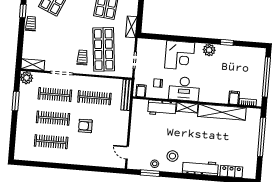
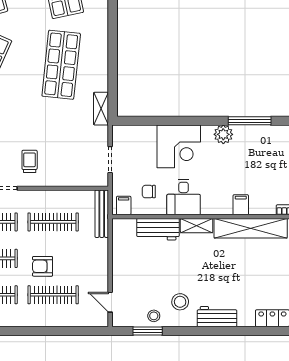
window: (227, 42) -> (250, 121), width x2.17
shop shelf: (104, 49) -> (61, 147), removed
desk: (184, 89) -> (184, 197), width x0.73
filing cabinet: (234, 98) -> (241, 205), moved
clothes rail: (91, 145) -> (53, 295), added
workbench: (200, 168) -> (217, 317), width x0.73

